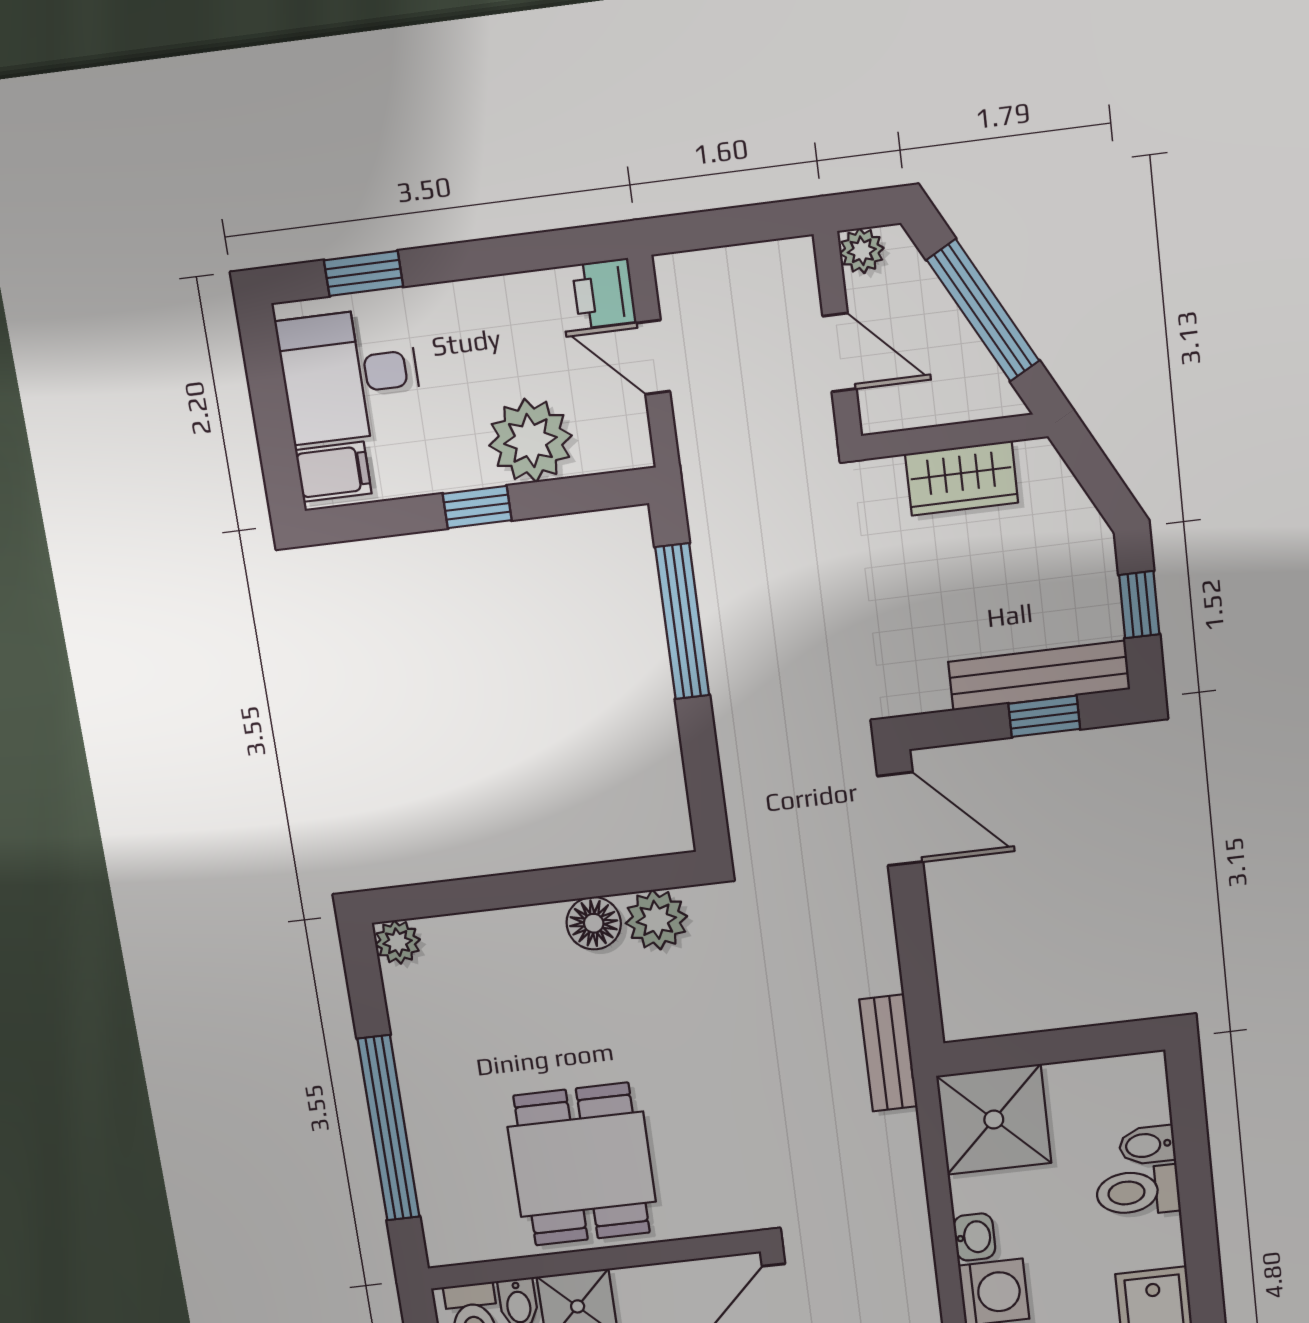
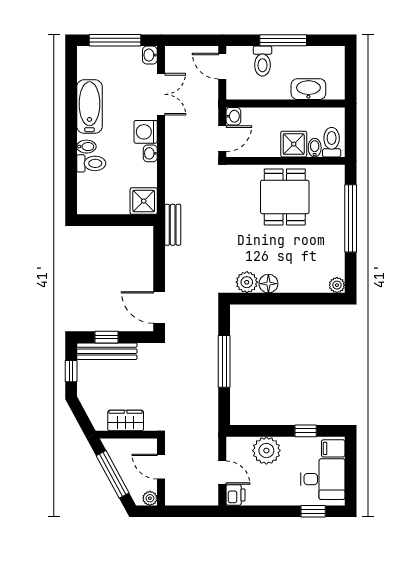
window: (477, 507) -> (306, 431), moved
window: (682, 621) -> (224, 361), moved
shower: (994, 1119) -> (144, 201), width x0.73, depth x0.73
bidet: (1147, 1145) -> (86, 147), moved

